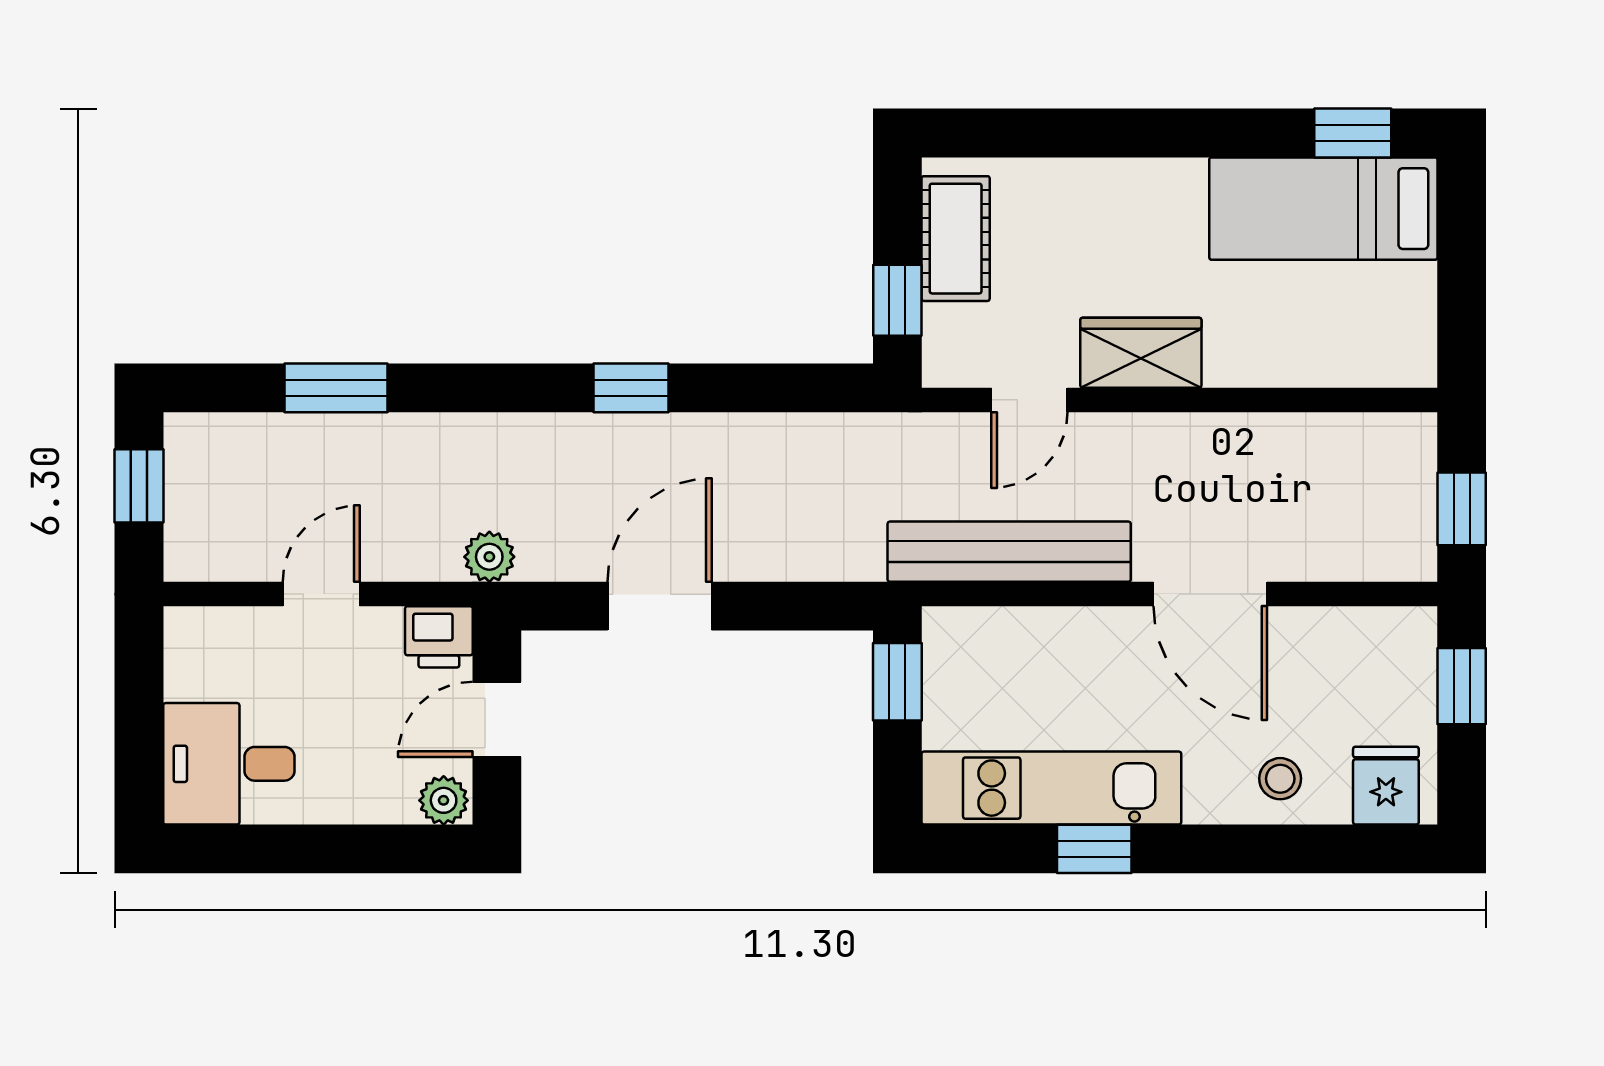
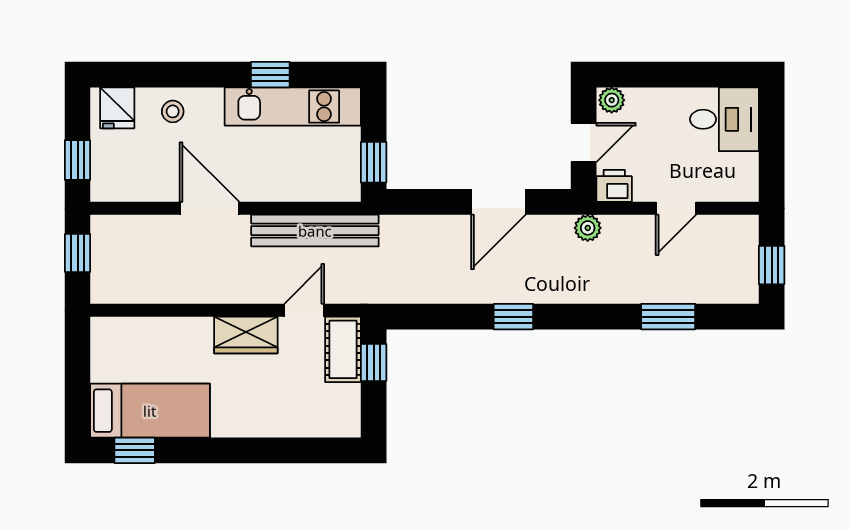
cot: (956, 239) -> (343, 349), moved

